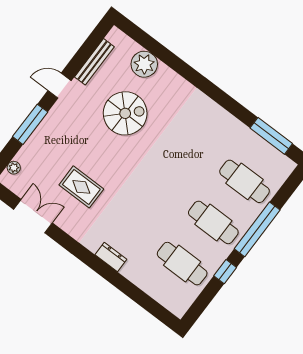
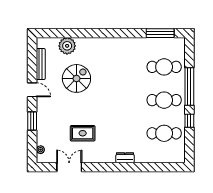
door: (60, 86) -> (32, 90), swing flipped
window: (30, 124) -> (32, 121), width x0.69

